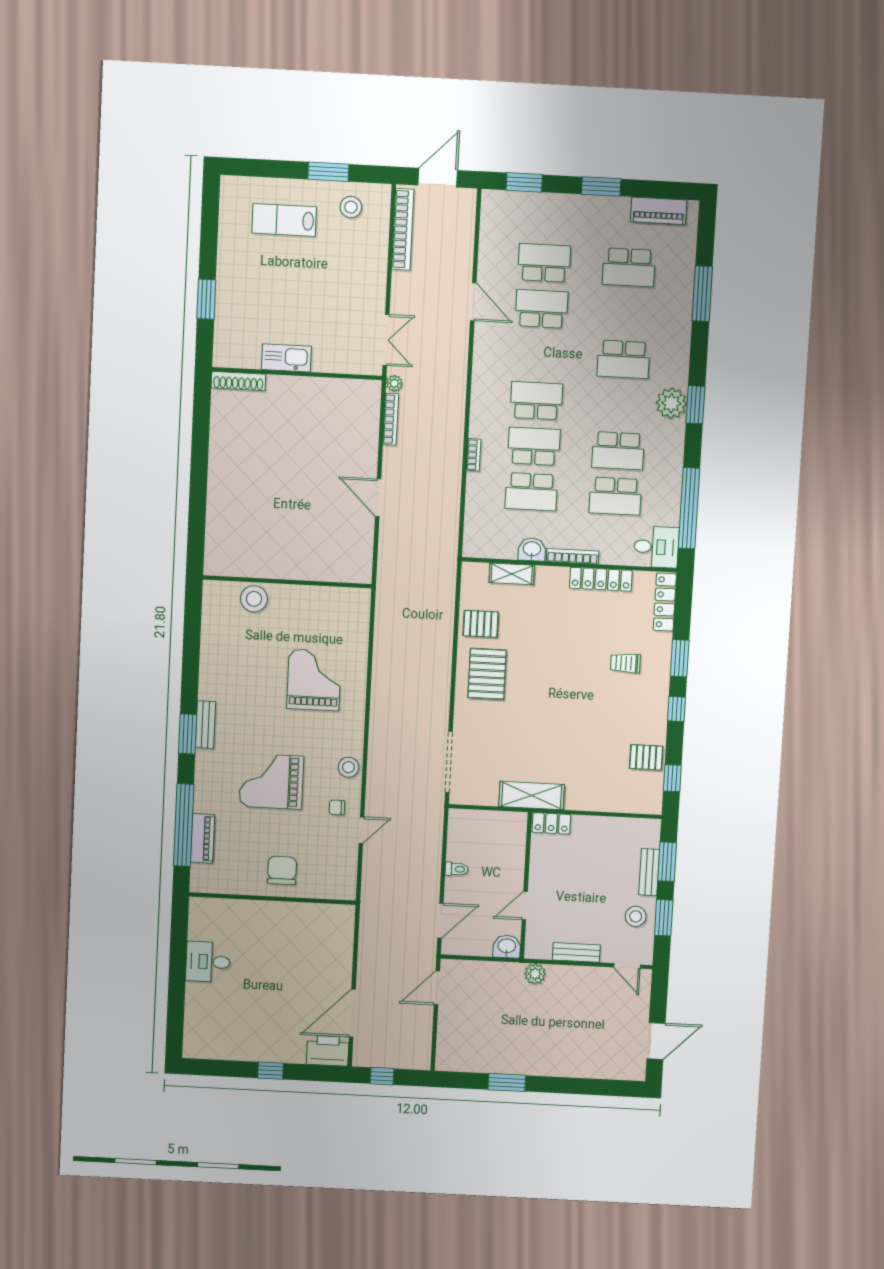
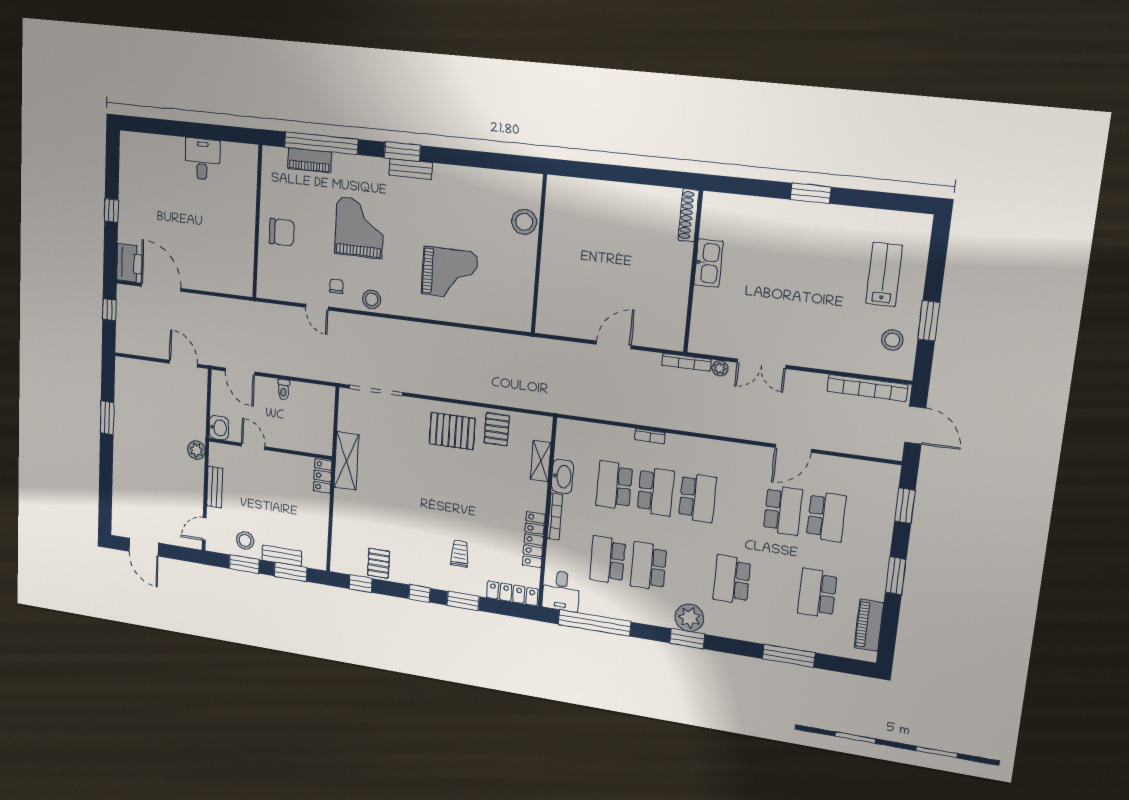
kitchen sink: (286, 358) -> (708, 263), moved
wall: (297, 374) -> (693, 272), moved
shoe rack: (238, 381) -> (689, 215), moved
washbasin: (532, 549) -> (562, 476), width x1.38

